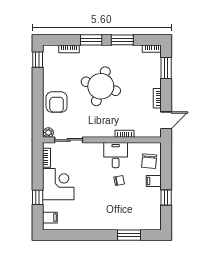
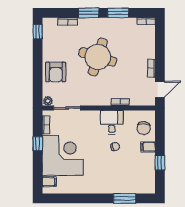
window: (166, 68) -> (160, 40), removed
corner desk: (58, 184) -> (63, 155), width x1.36, depth x1.36
window: (38, 197) -> (38, 144), moved

